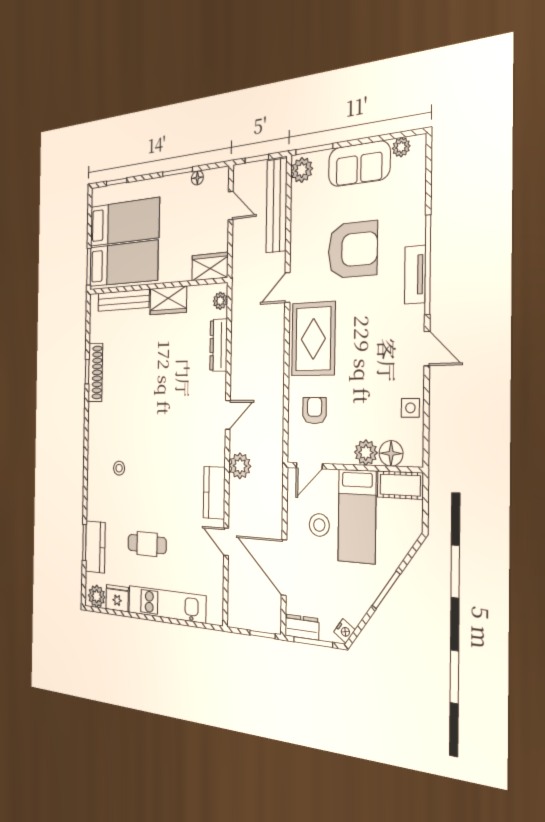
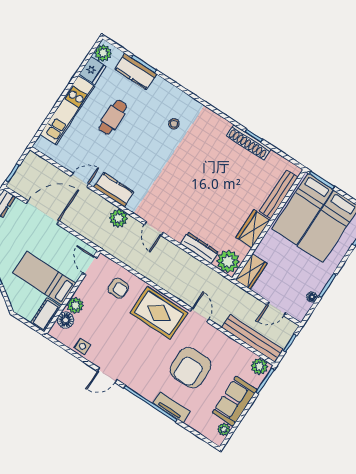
tv unit: (415, 275) -> (171, 407), moved
plant: (220, 301) -> (228, 261), width x1.87, depth x1.87
stool: (319, 525) -> (53, 251), removed

